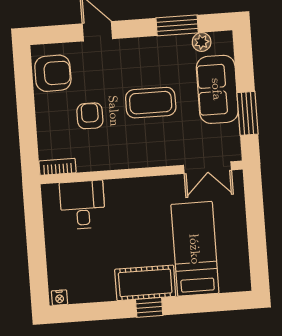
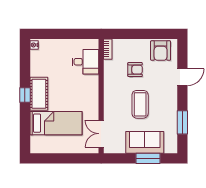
plant: (202, 42) -> (172, 135), removed
window: (248, 113) -> (148, 158), moved

